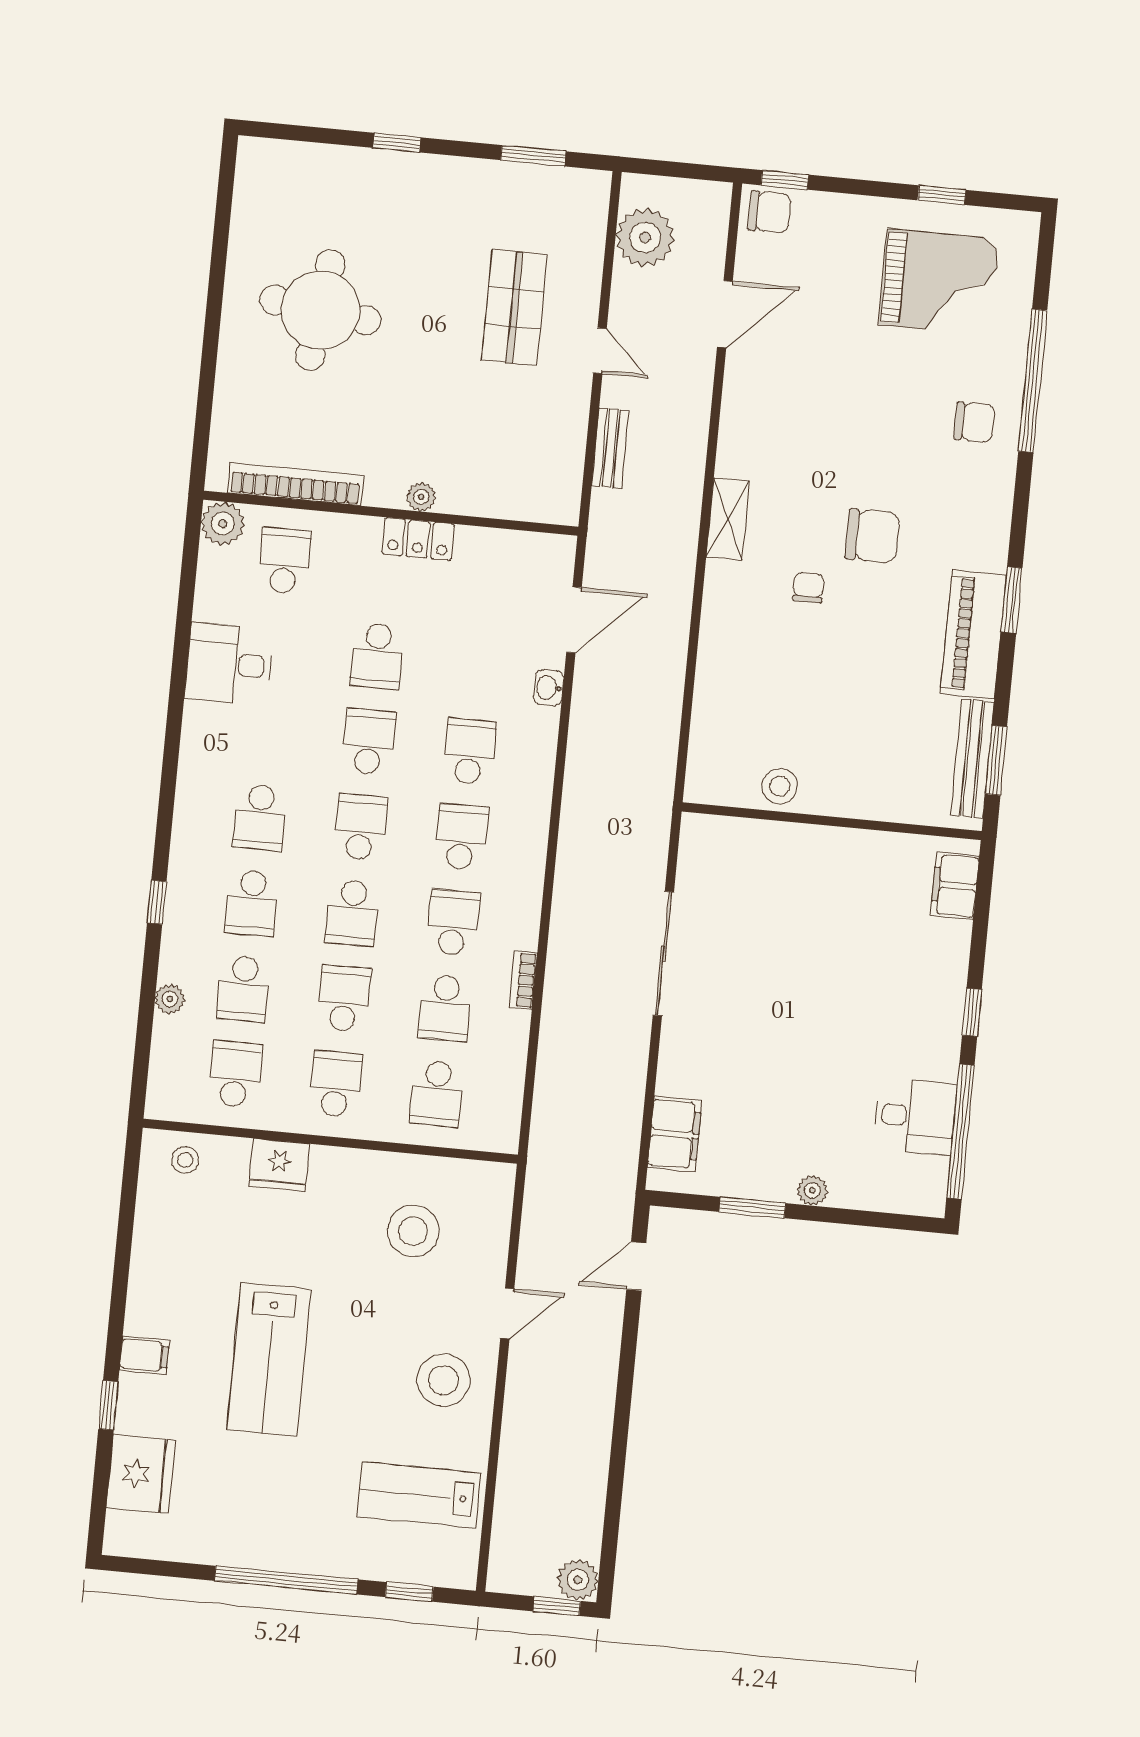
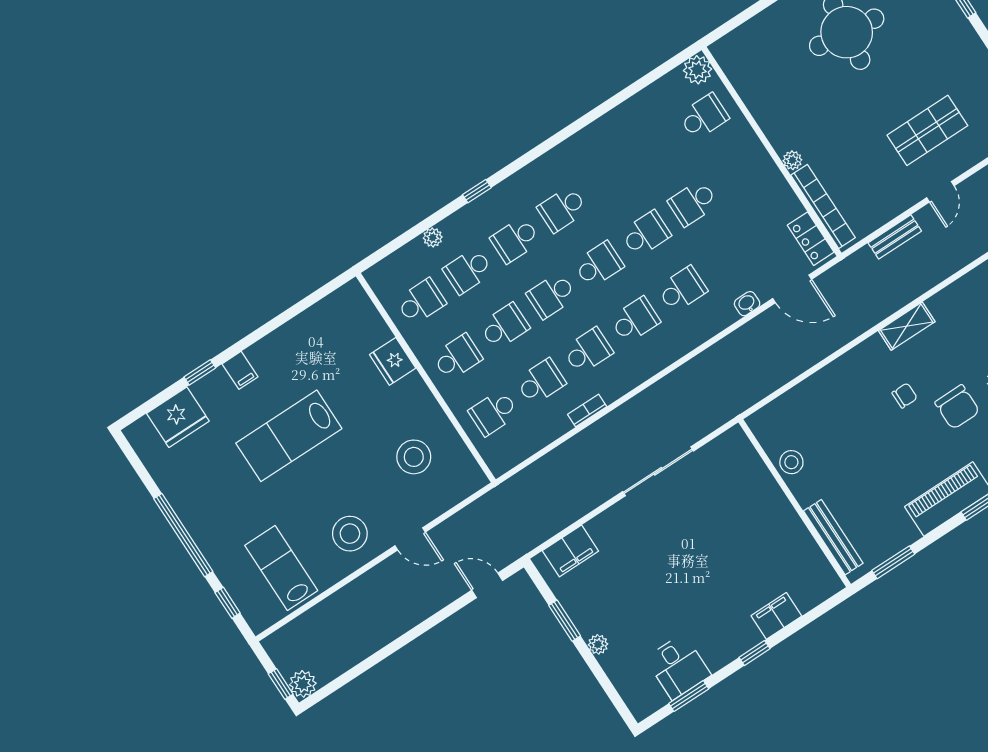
bookcase: (295, 484) -> (823, 206), moved
locker: (418, 539) -> (811, 239), moved
desk: (229, 664) -> (628, 130), removed
bench: (972, 759) -> (833, 537), moved, turned 90
filing cabinet: (955, 886) -> (776, 616), moved
school desk: (445, 1008) -> (541, 382), turned 180
window: (960, 1132) -> (689, 696), width x0.47
stool: (185, 1160) -> (357, 311), removed

